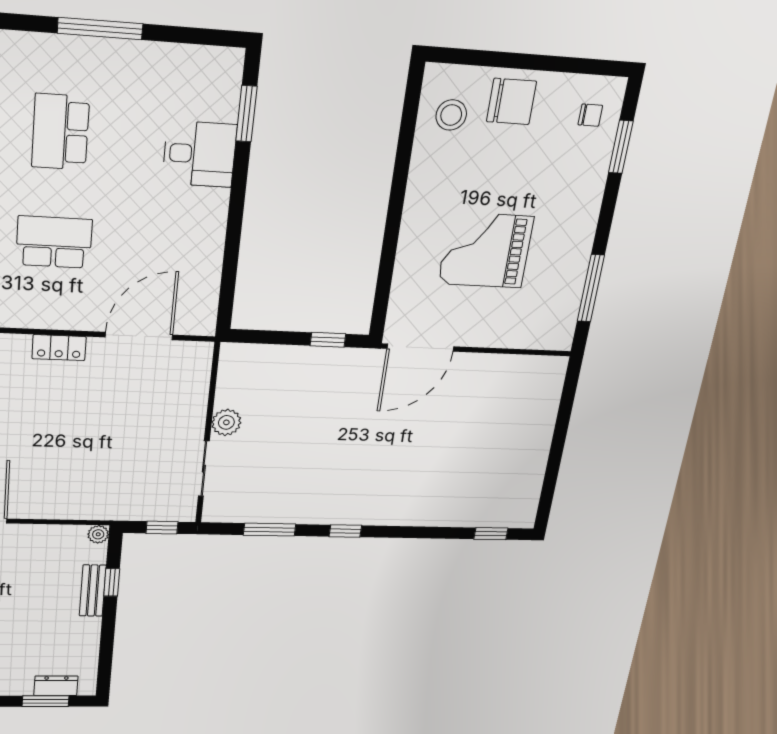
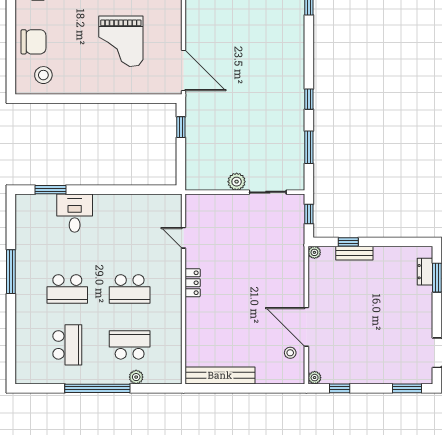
chair: (511, 101) -> (33, 42), turned 90
school desk: (54, 242) -> (130, 289), turned -90
door: (139, 336) -> (183, 238), width x0.53

